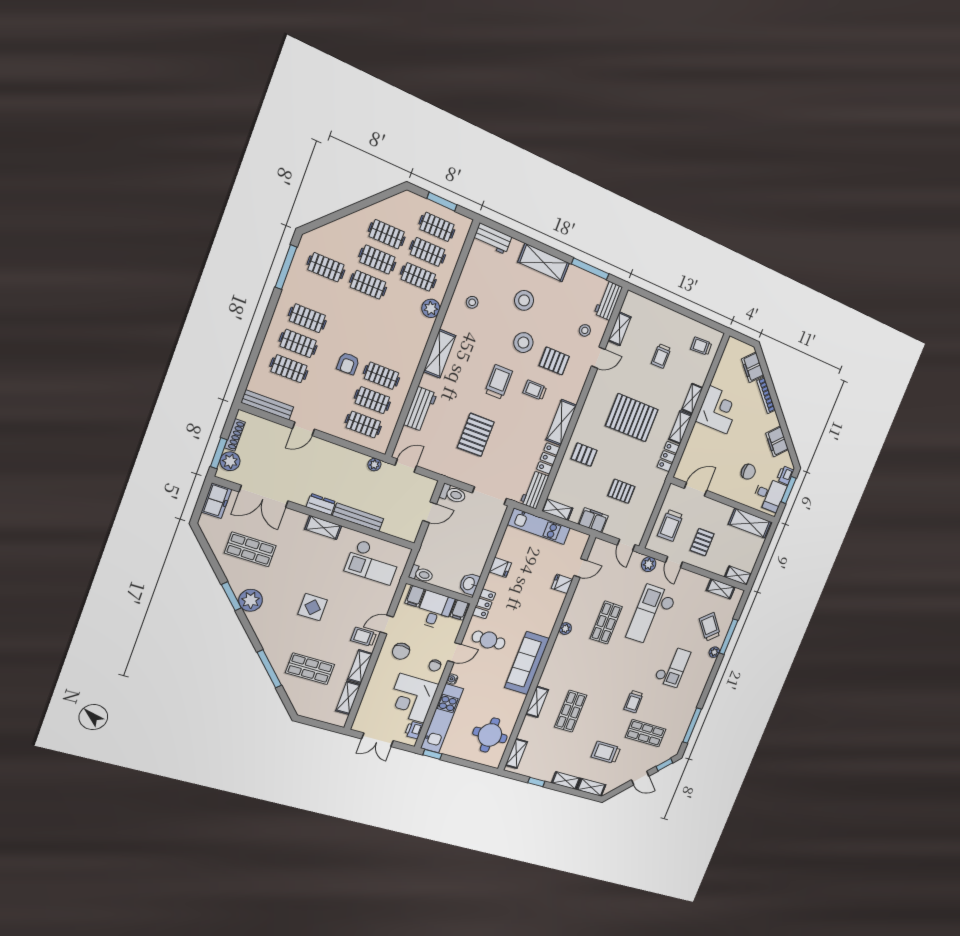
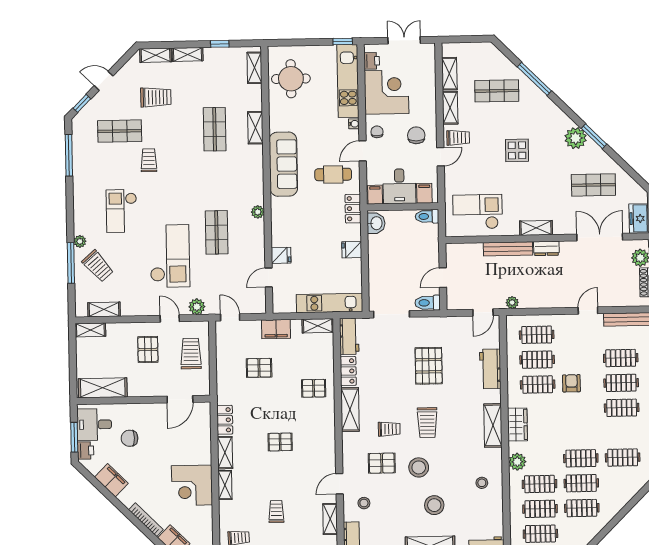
wardrobe: (416, 345) -> (517, 424), added
pallet: (632, 418) -> (280, 442), width x0.49, depth x0.50

